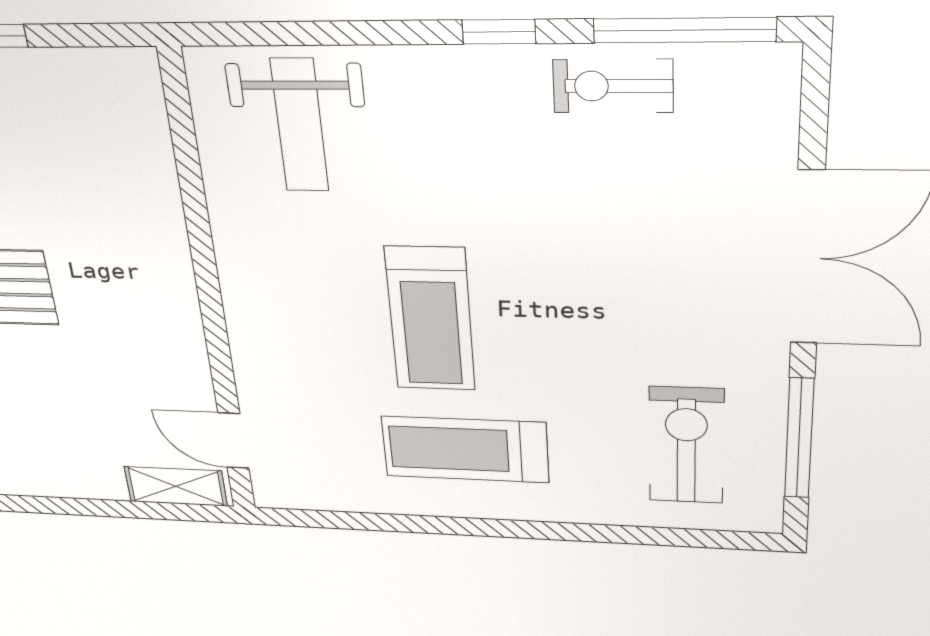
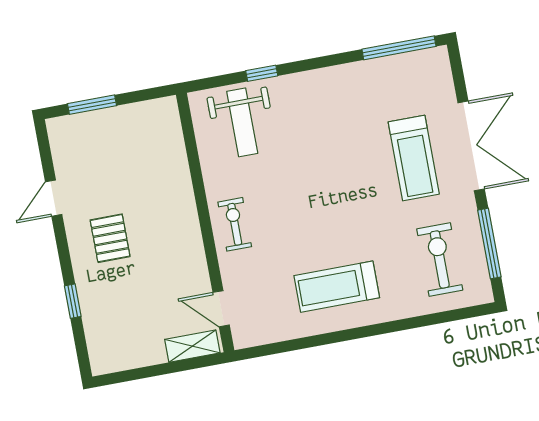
window: (499, 32) -> (262, 73), moved
exercise bike: (613, 86) -> (235, 224), moved, turned 90
treadmill: (430, 319) -> (414, 158), moved

